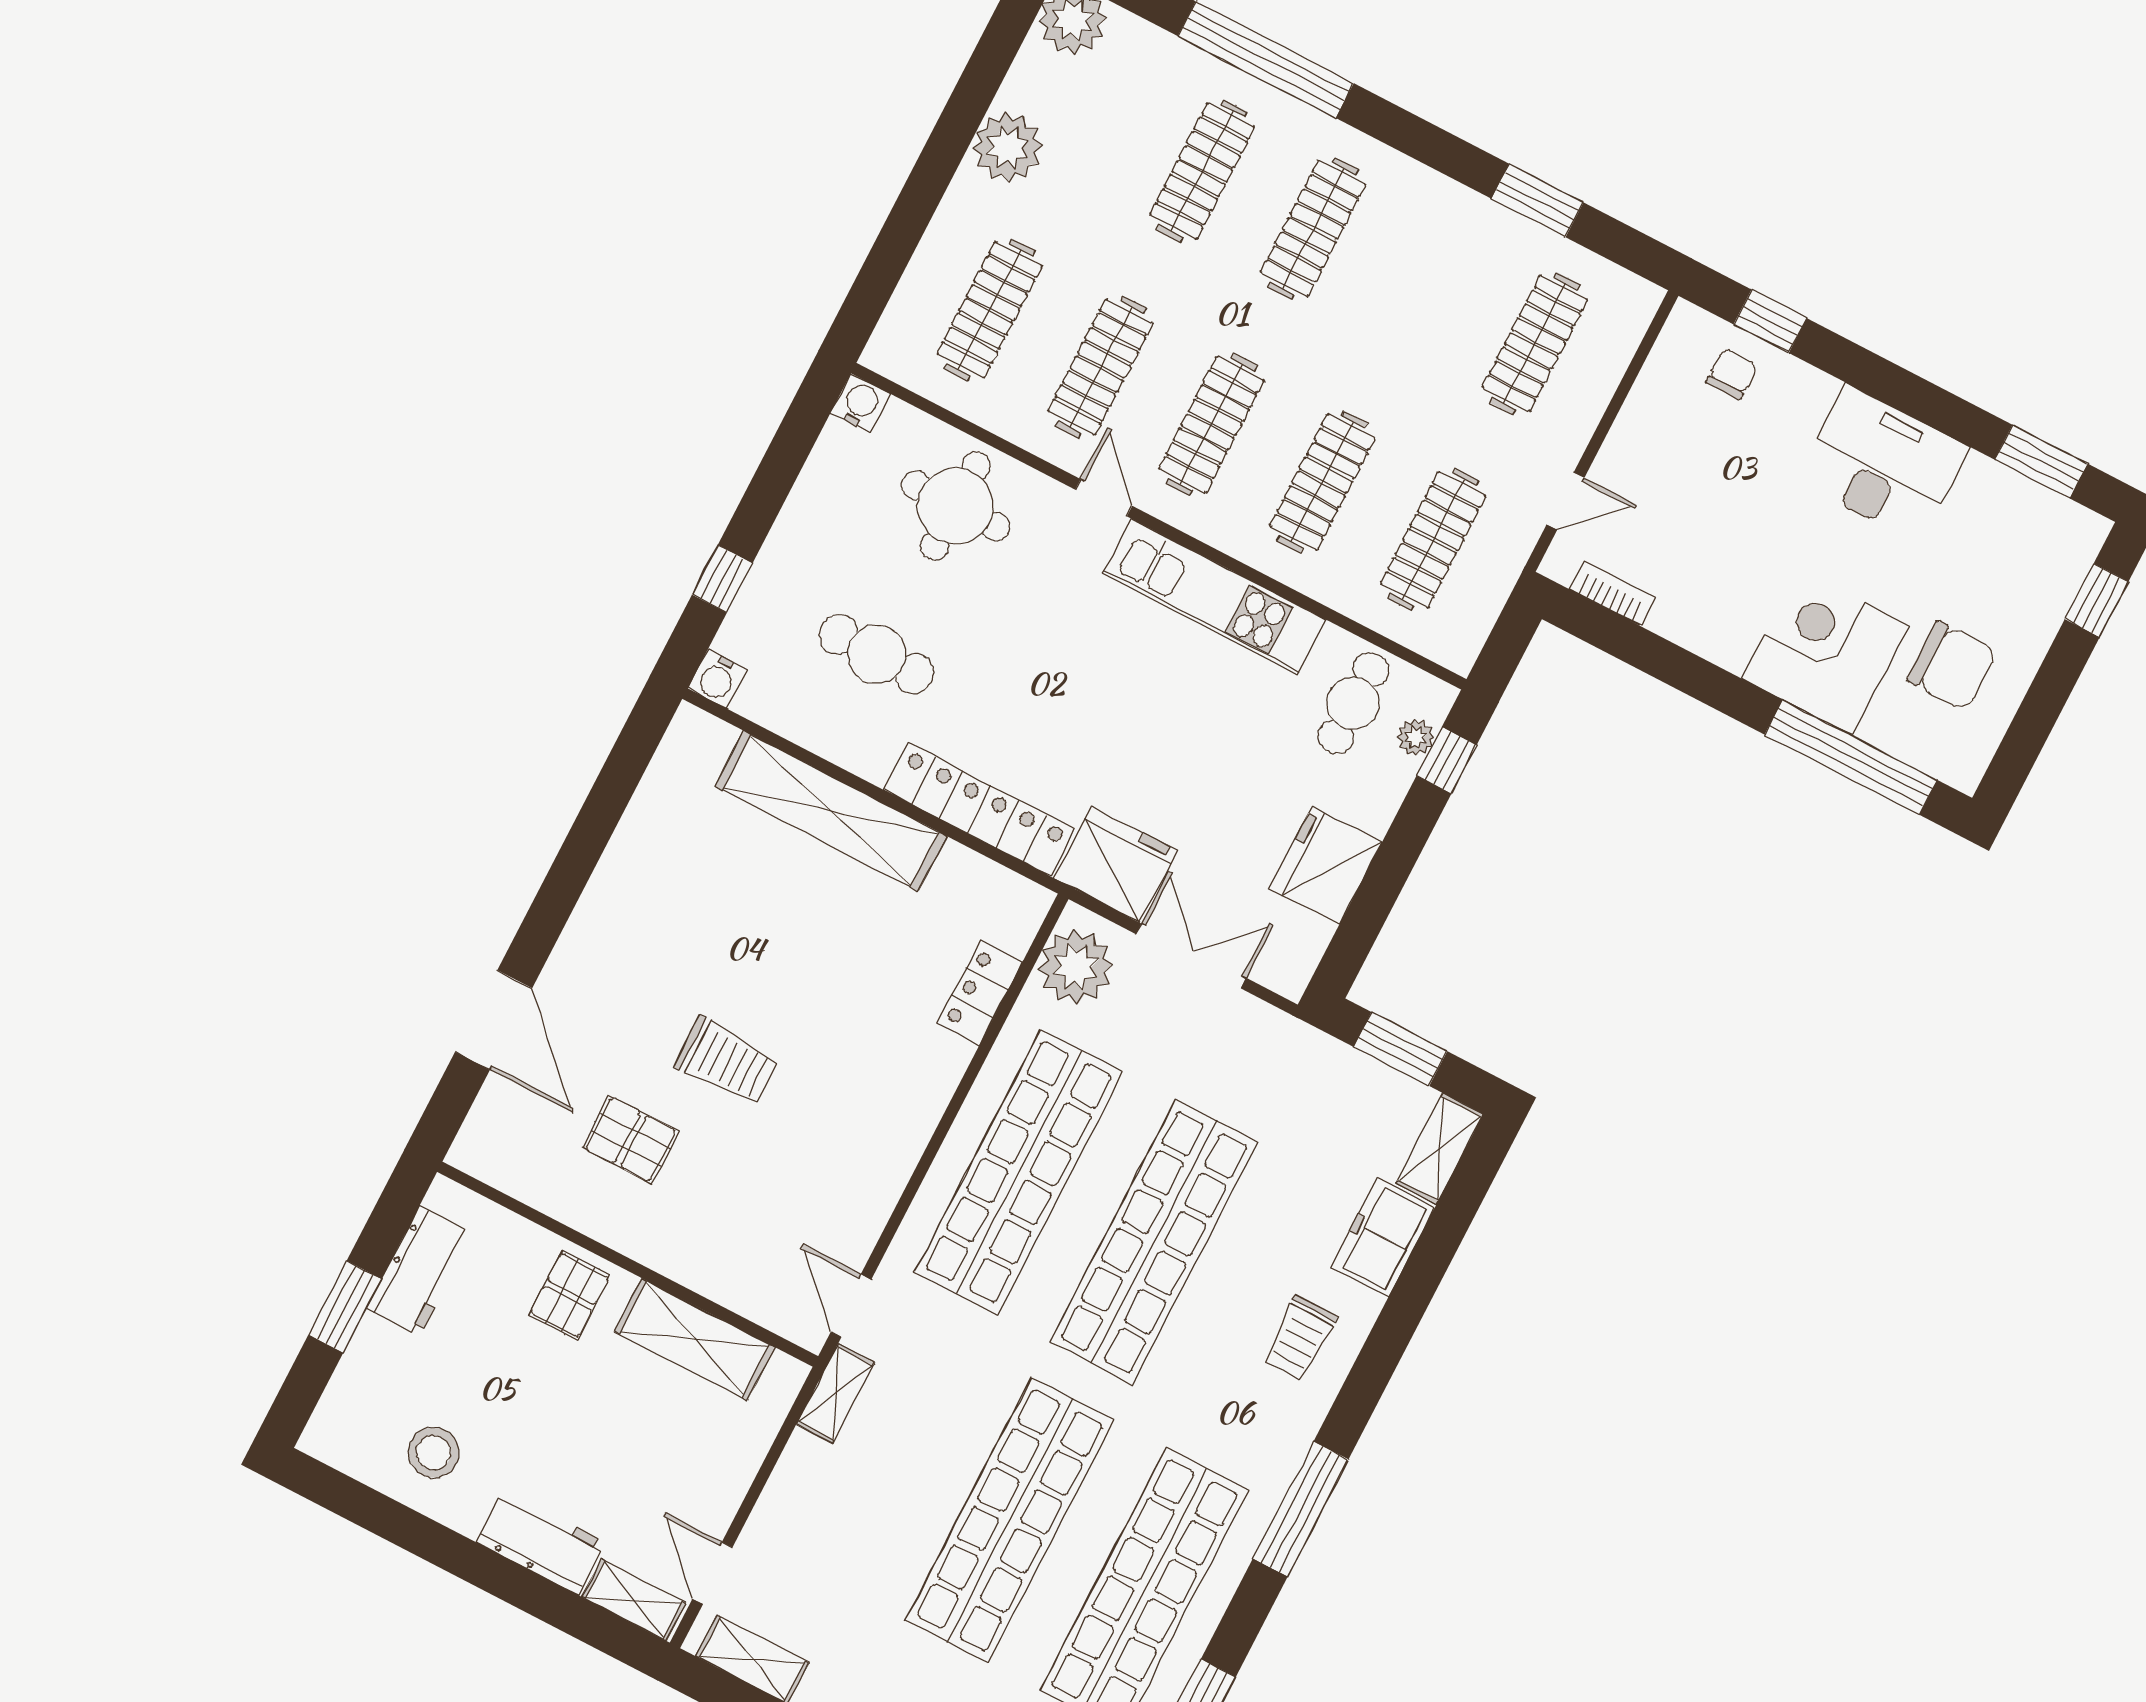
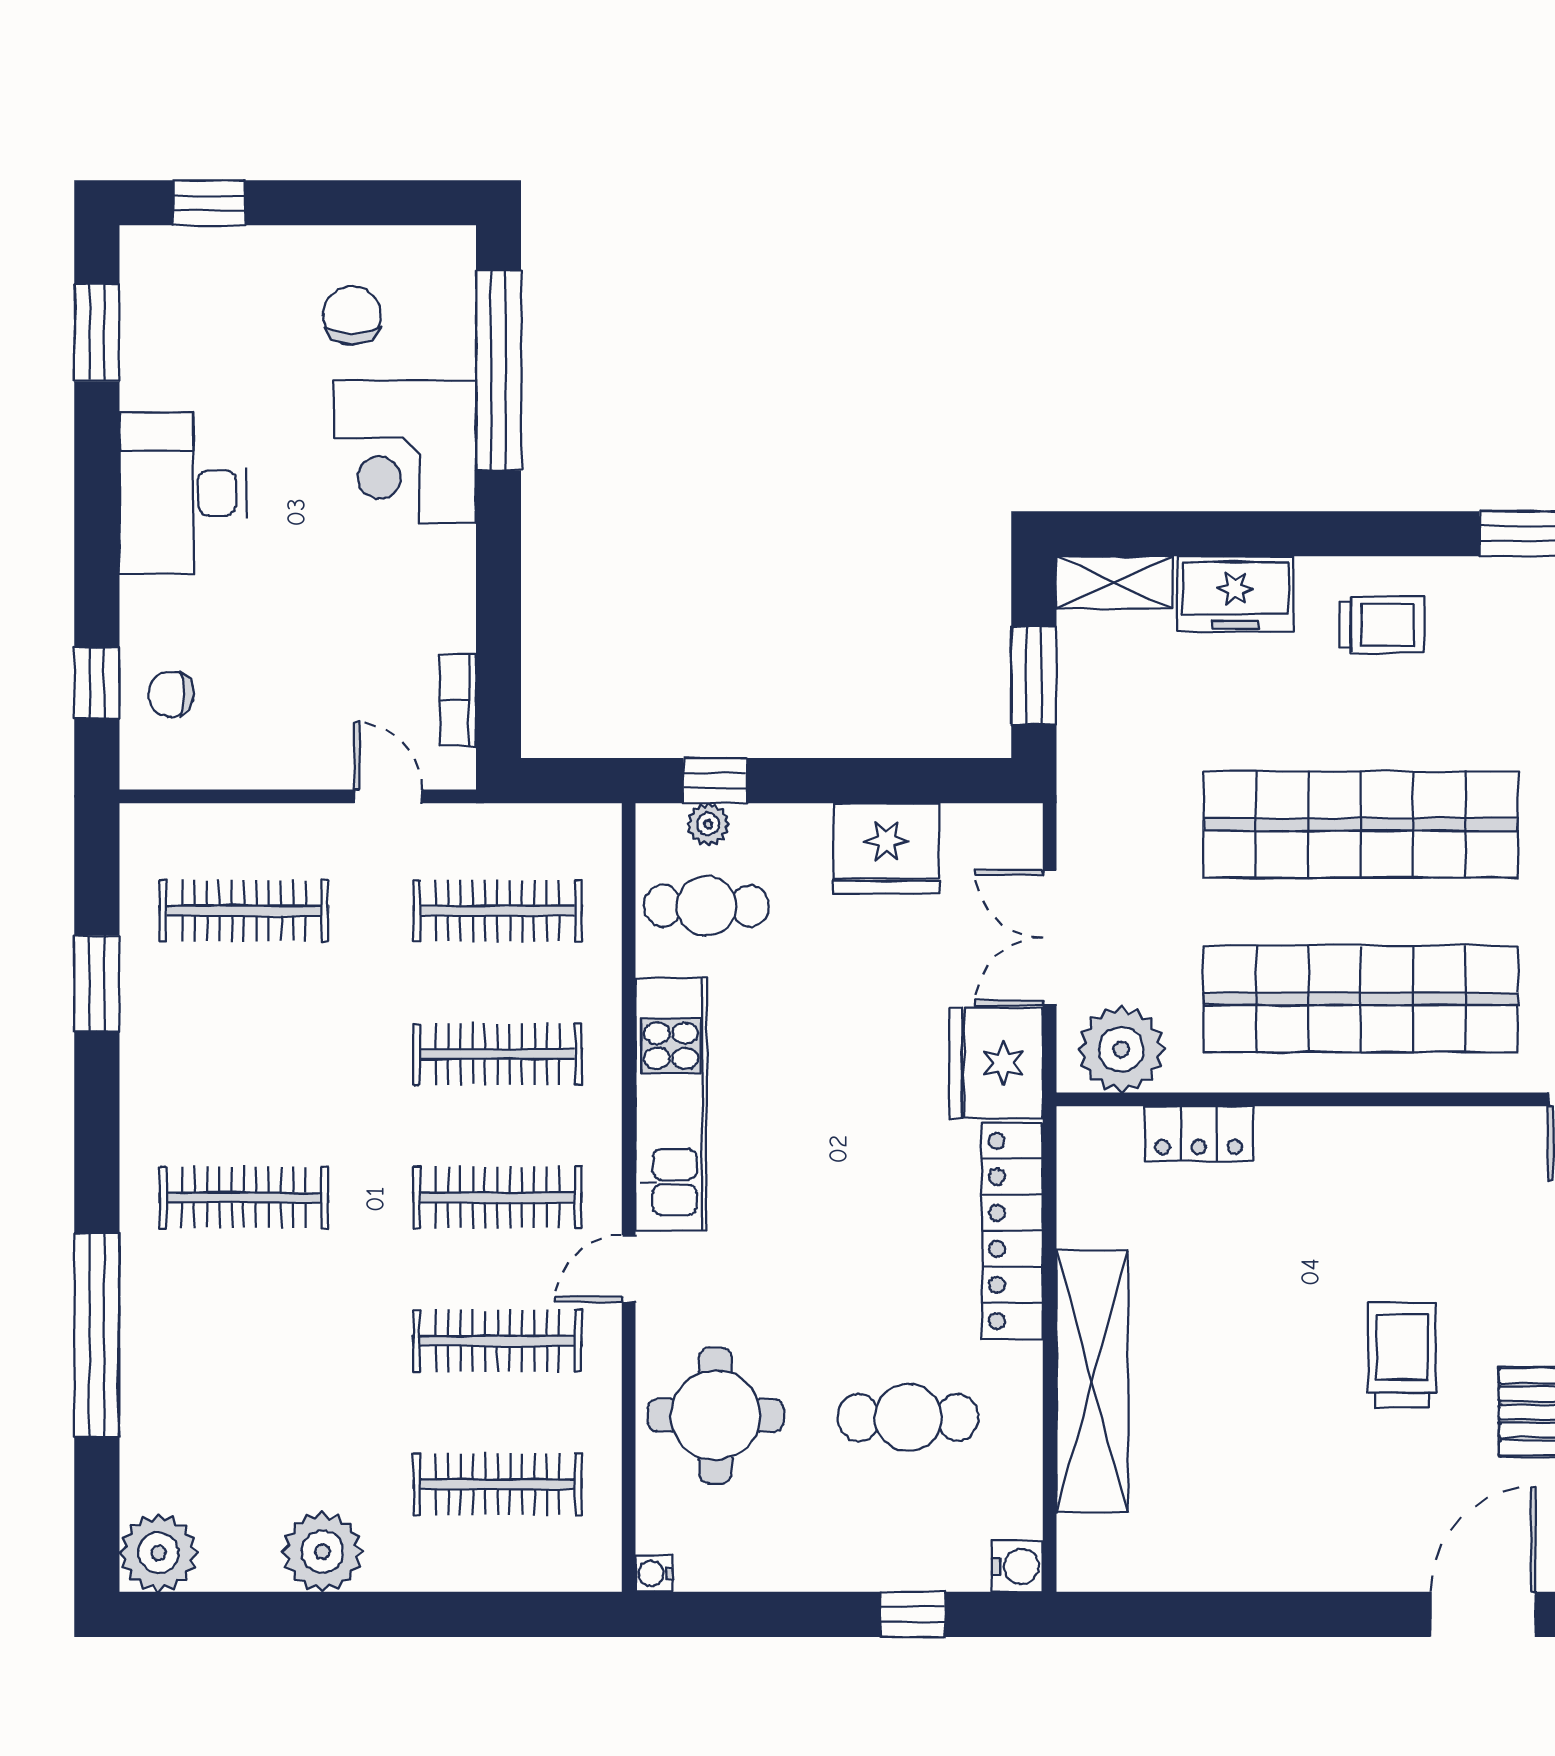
clothes rail: (1202, 171) -> (244, 1341), removed
water cooler: (860, 403) -> (654, 1573), width x0.72, depth x0.72
cafe table: (877, 654) -> (908, 1417), turned 90
chair: (1952, 666) -> (352, 316), width x0.73, depth x0.73

